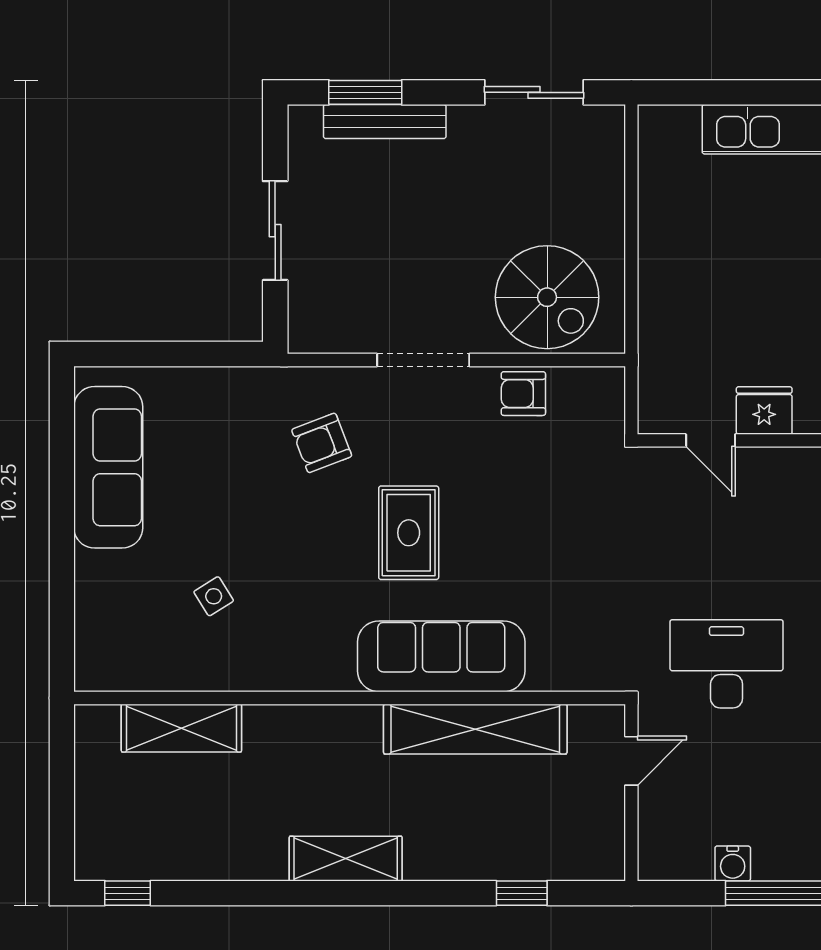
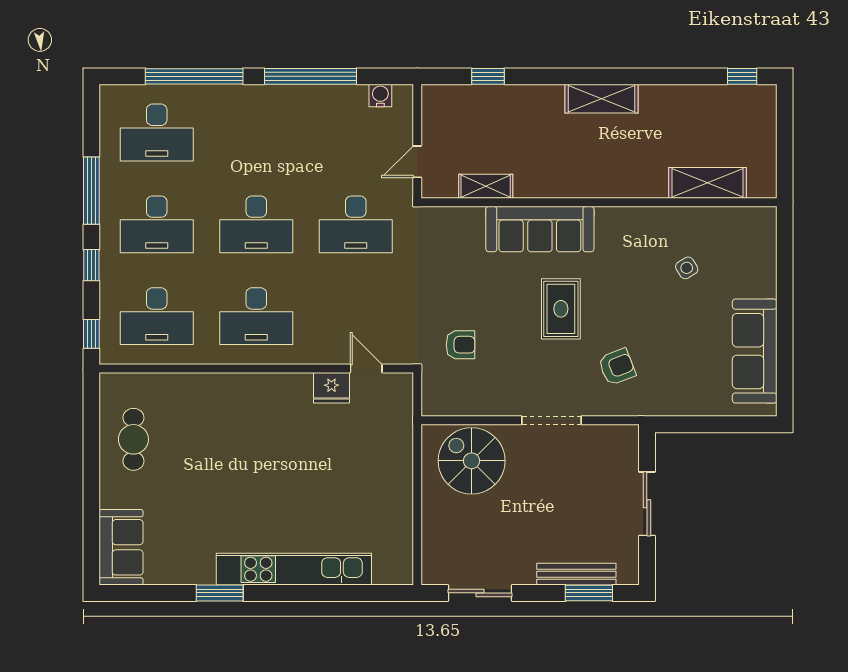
armchair: (523, 394) -> (460, 345), moved
shelving: (475, 729) -> (486, 186), width x0.45, depth x0.75
water cooler: (733, 863) -> (380, 95), moved

